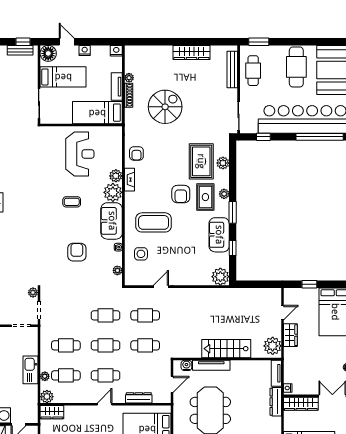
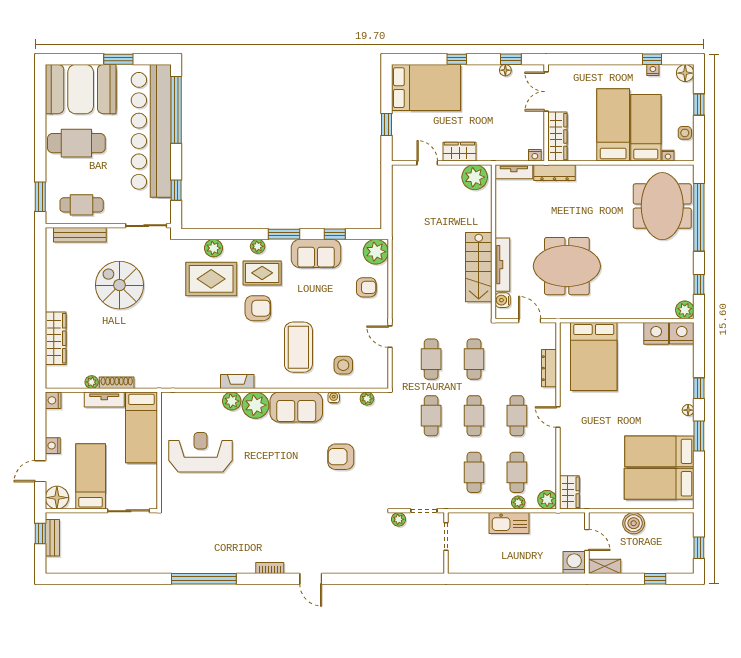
wardrobe: (191, 52) -> (56, 338), moved
spiral stairs: (165, 107) -> (119, 285), moved
armchair: (136, 153) -> (366, 287), moved
coffee table: (72, 202) -> (269, 464), removed
stairs: (226, 349) -> (479, 267), moved

